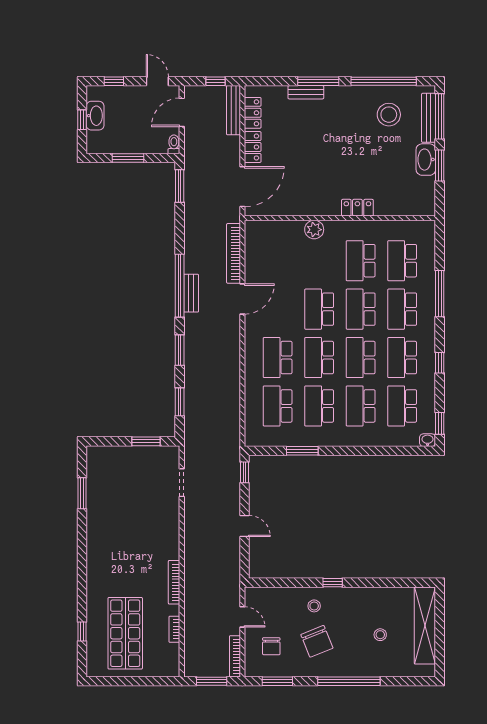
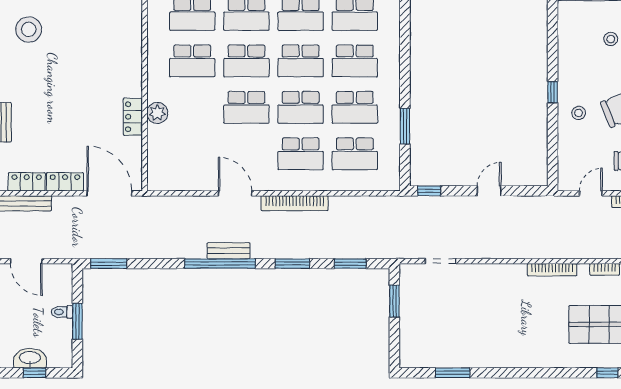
toilet: (174, 144) -> (62, 312), moved
locker: (357, 208) -> (133, 117), moved
bookcase: (234, 253) -> (295, 203), moved

